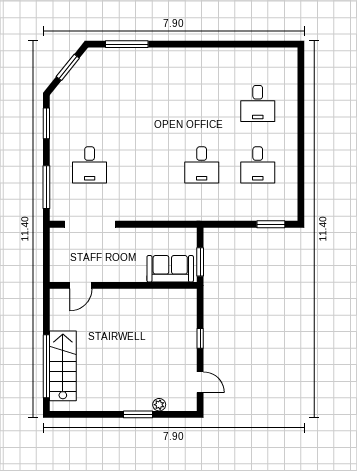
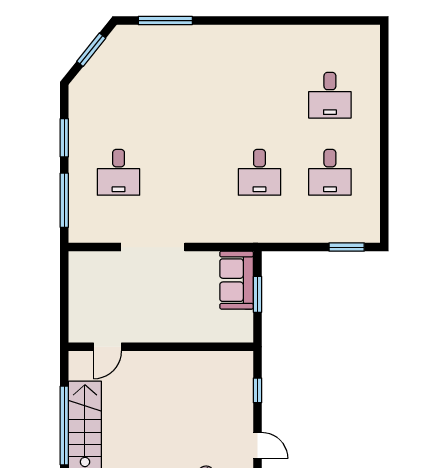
window: (46, 123) -> (64, 138), moved
doorway: (90, 224) -> (153, 247), moved
sofa: (170, 269) -> (237, 280), moved, turned -90
door: (81, 285) -> (108, 347), moved
wall: (123, 285) -> (161, 347), moved

